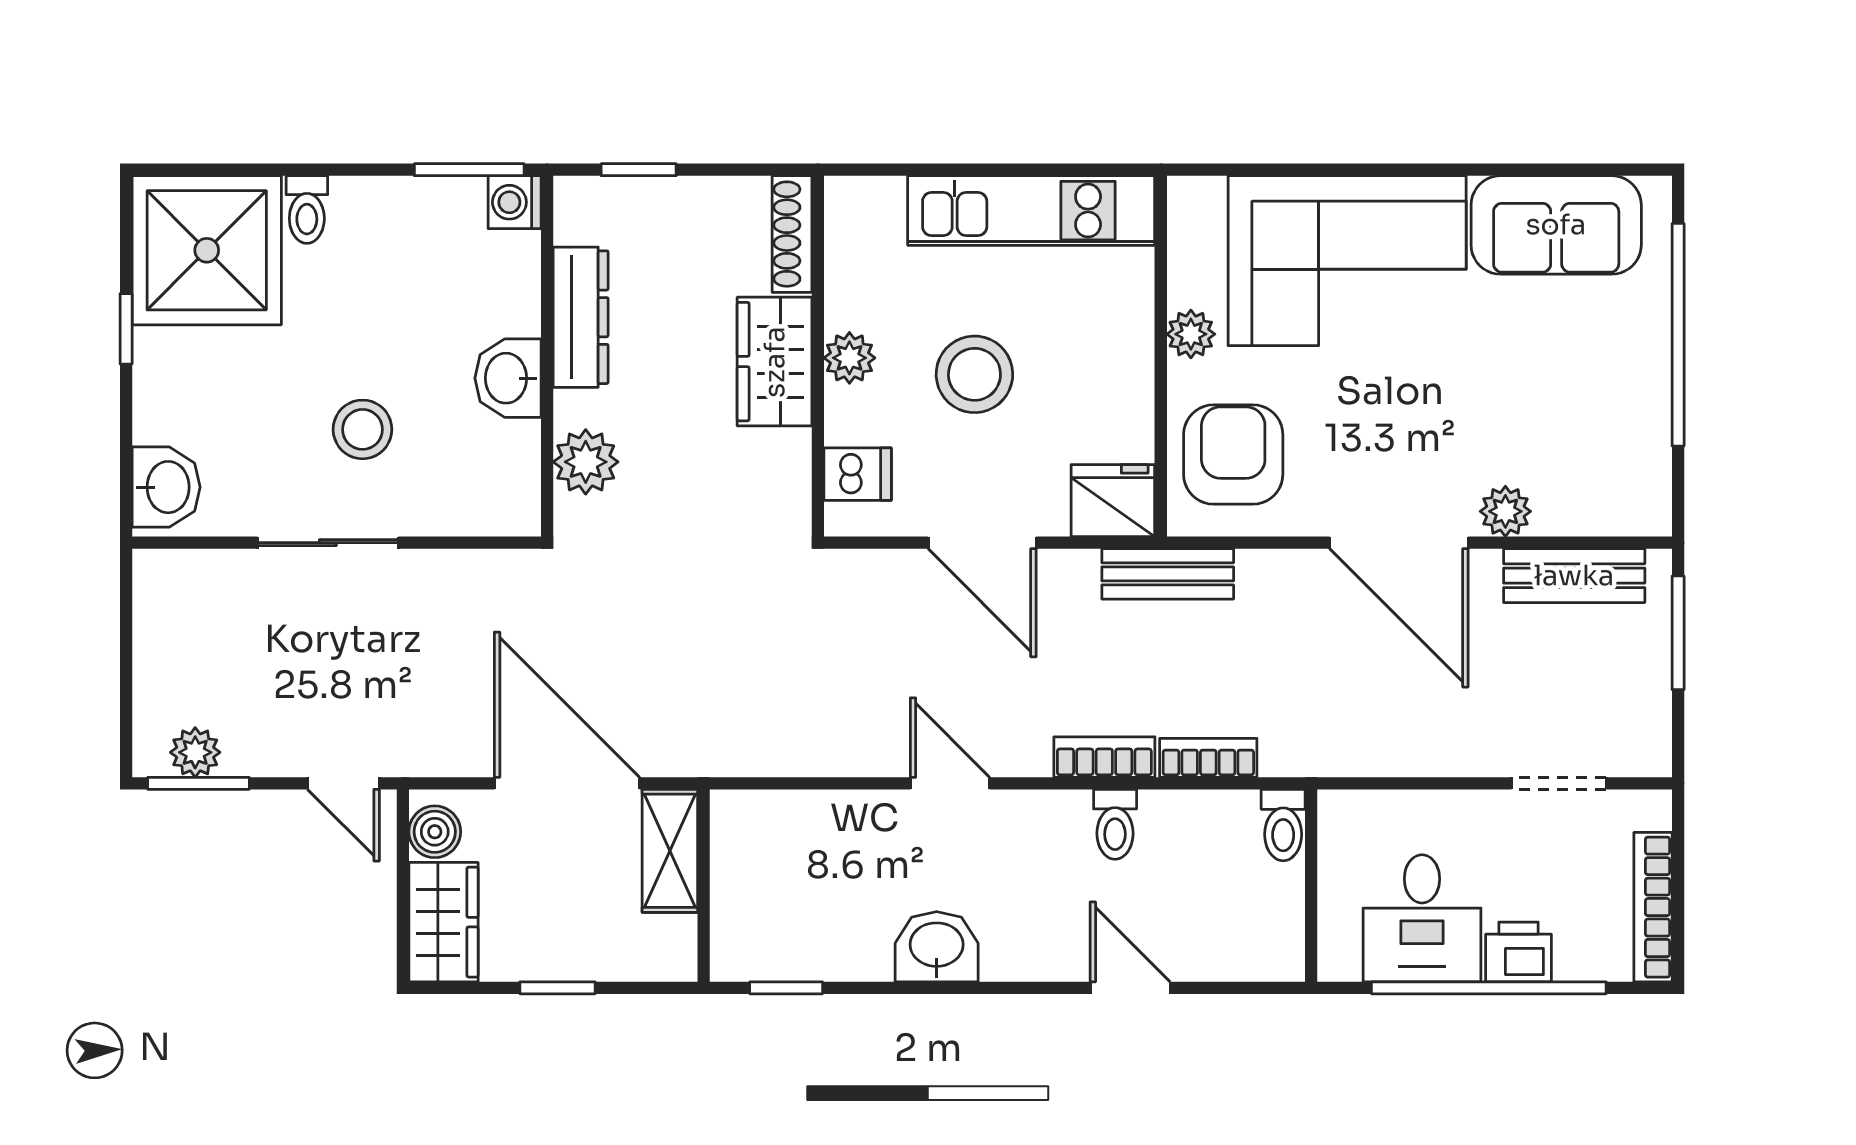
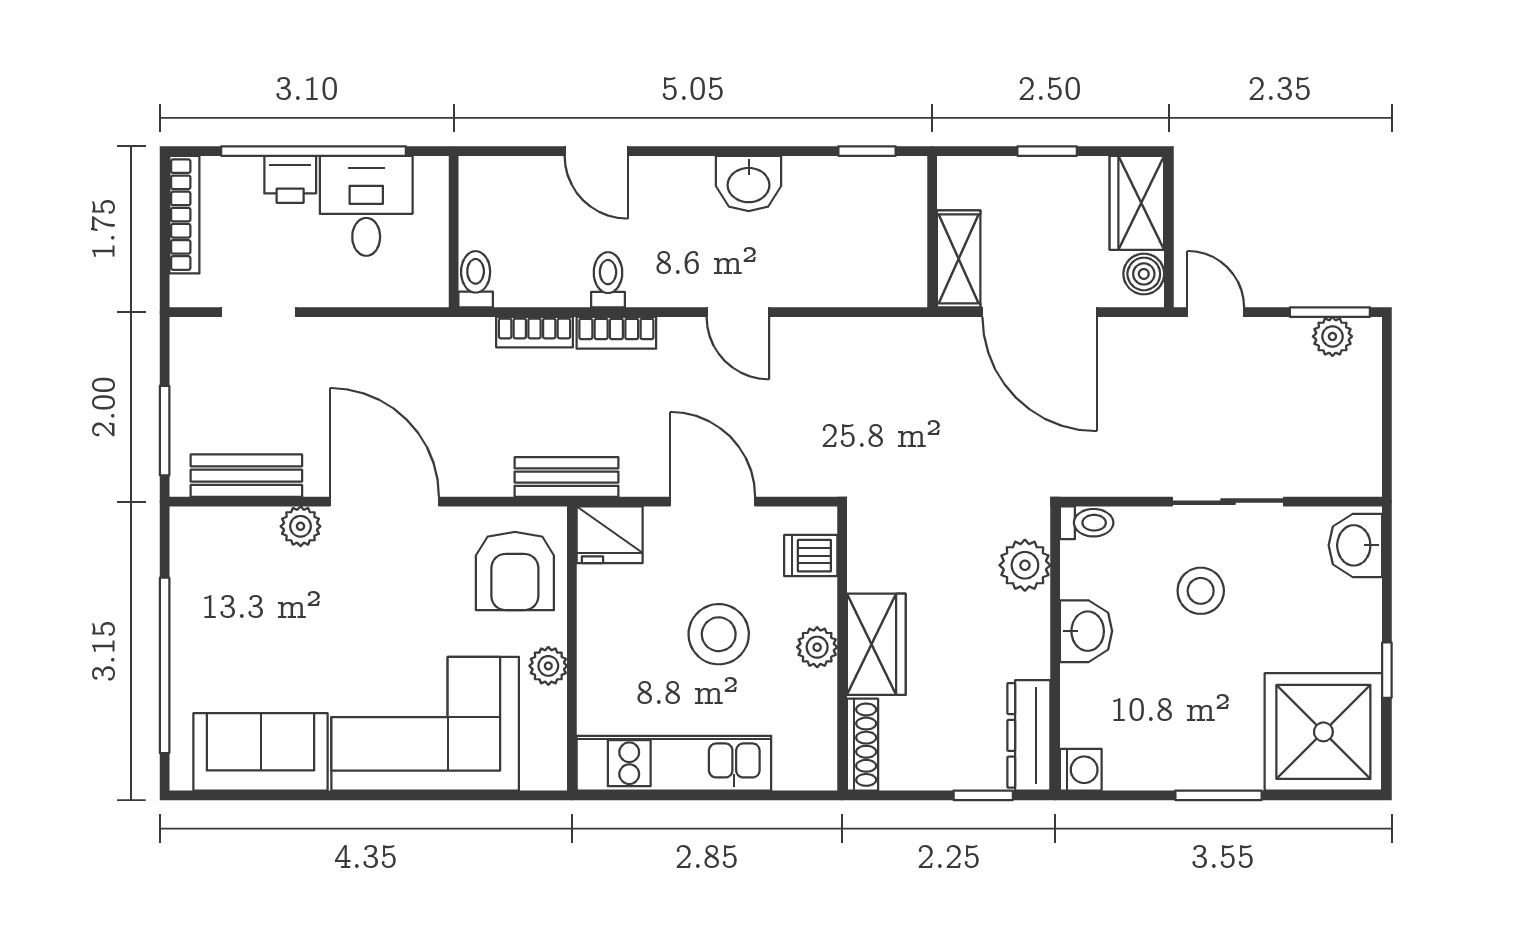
window: (469, 170) -> (1218, 795), moved
toilet: (307, 210) -> (1087, 523), moved, turned 90
dresser: (581, 317) -> (1029, 735), moved

